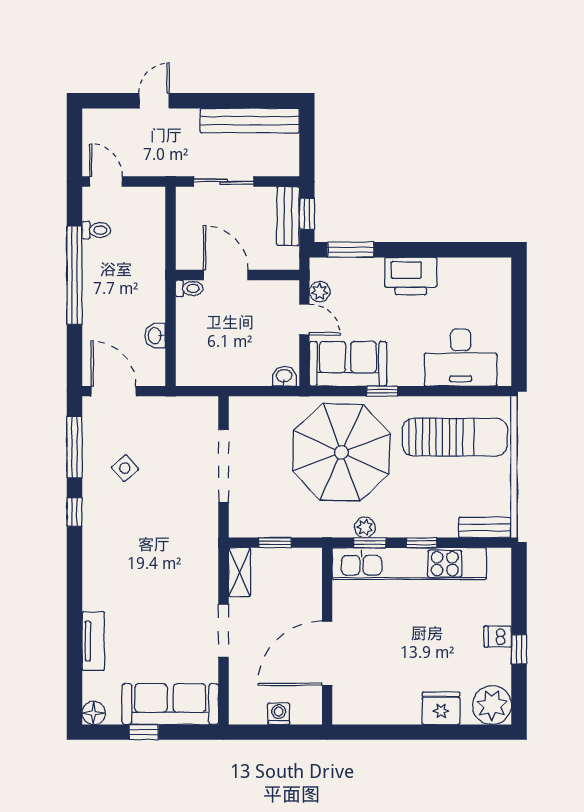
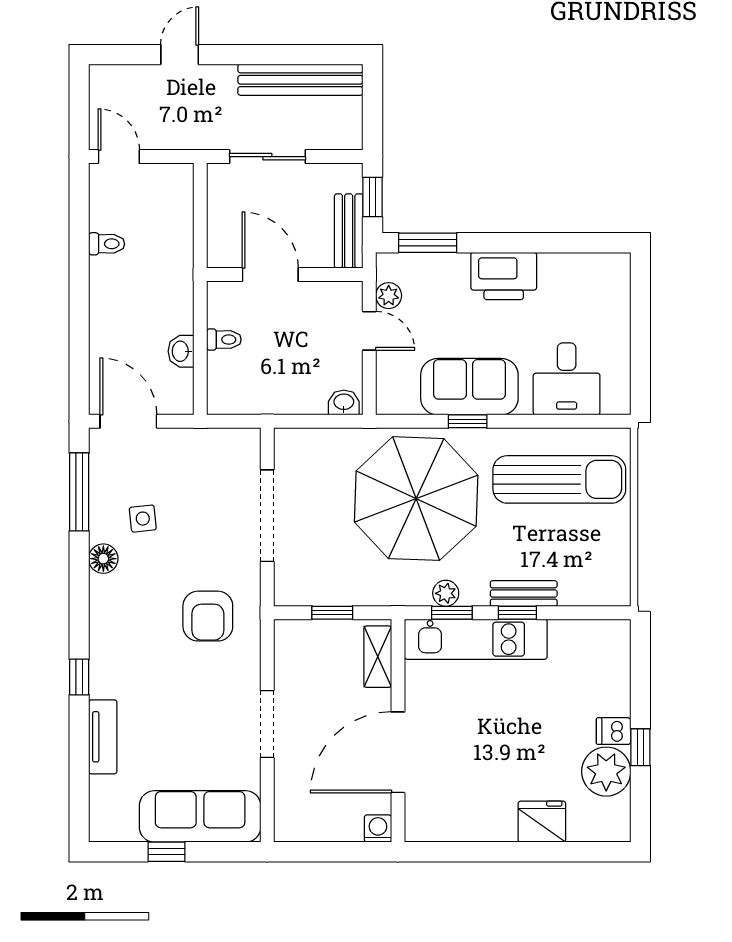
bench: (288, 216) -> (349, 231), moved
toilet: (96, 230) -> (107, 244), moved
window: (74, 275) -> (79, 275), removed
toilet: (189, 288) -> (224, 340), moved
desk: (461, 358) -> (567, 379), width x0.73
sofa: (348, 364) -> (469, 387), moved
side table: (125, 468) -> (143, 519), turned 35
window: (74, 512) -> (79, 677), moved
bench: (485, 528) -> (524, 593), moved
armchair: (176, 545) -> (208, 616), added
kitchen unit: (409, 564) -> (476, 639), width x0.73
shelving: (239, 572) -> (378, 657), moved
plant: (492, 705) -> (606, 772), moved
floor lamp: (94, 713) -> (103, 559), moved
washing machine: (279, 714) -> (378, 829), moved

